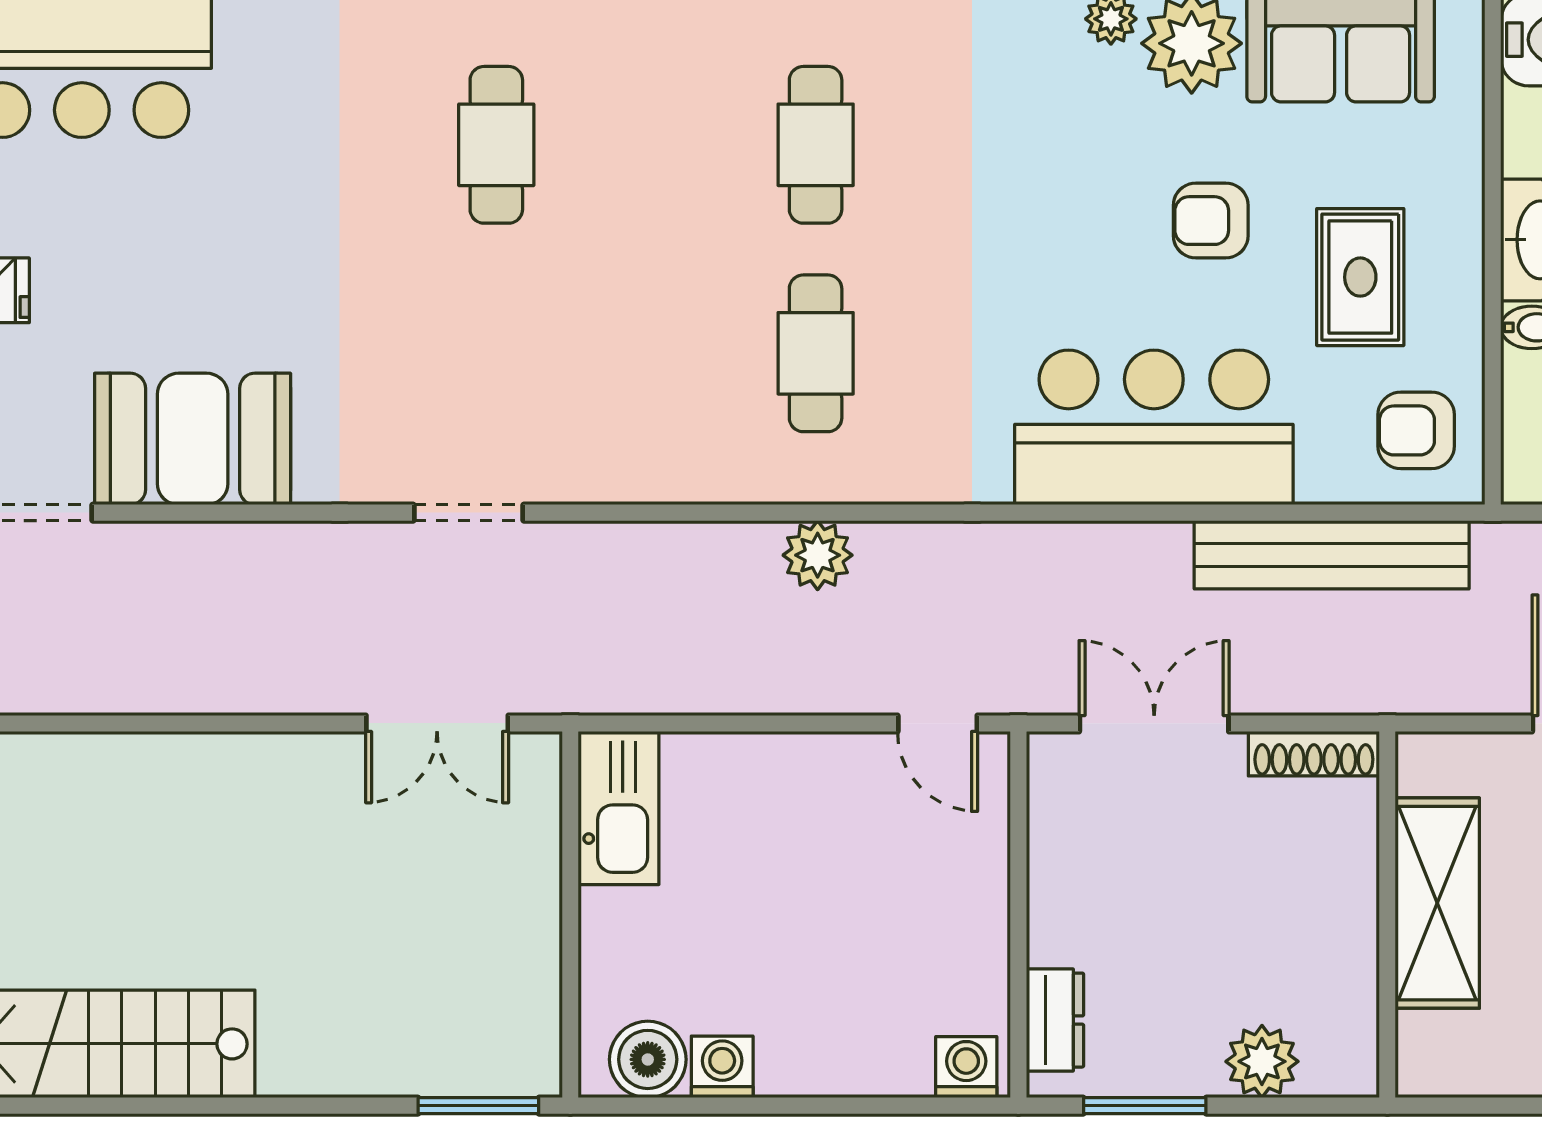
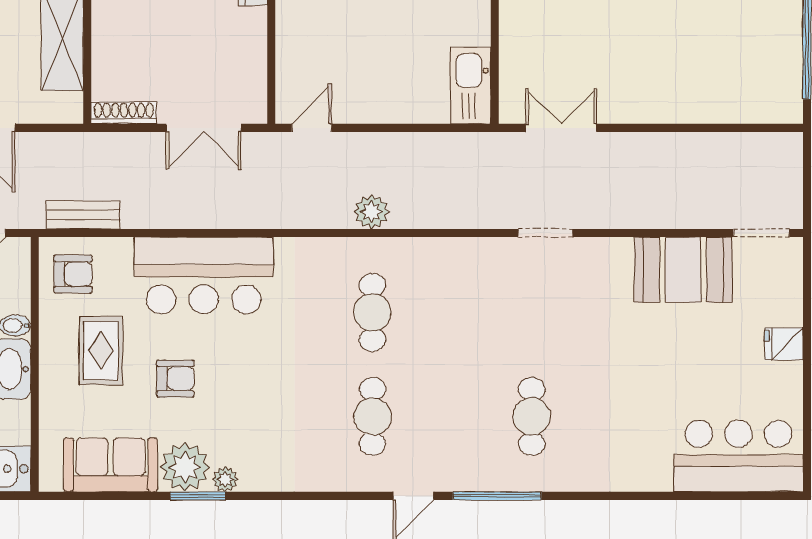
bench: (1332, 555) -> (83, 215), width x0.54, depth x0.82
door: (938, 723) -> (312, 128), hinge flipped

